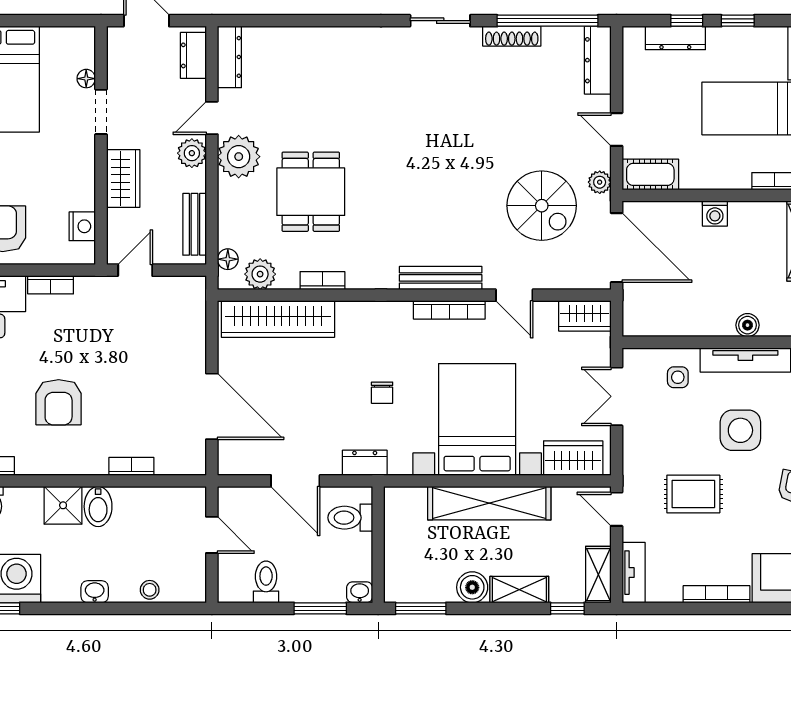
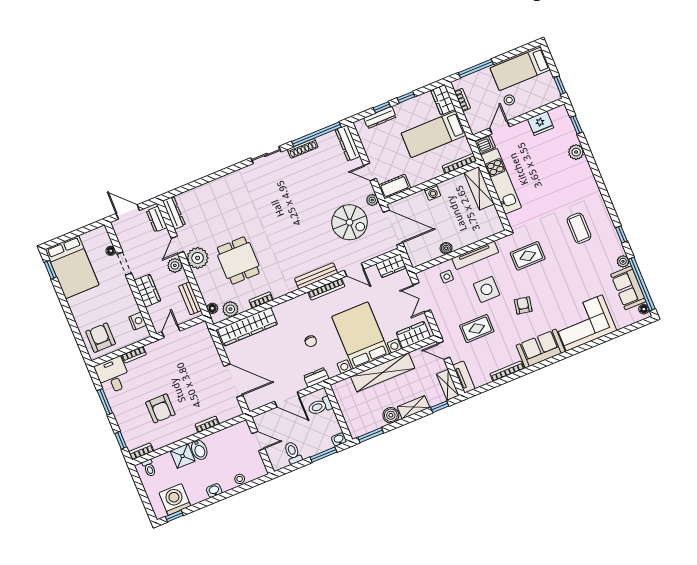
boiler: (747, 325) -> (446, 248), moved

